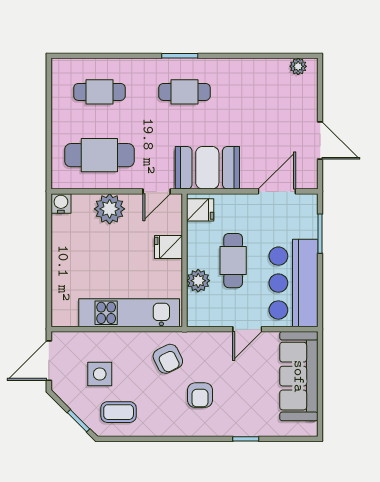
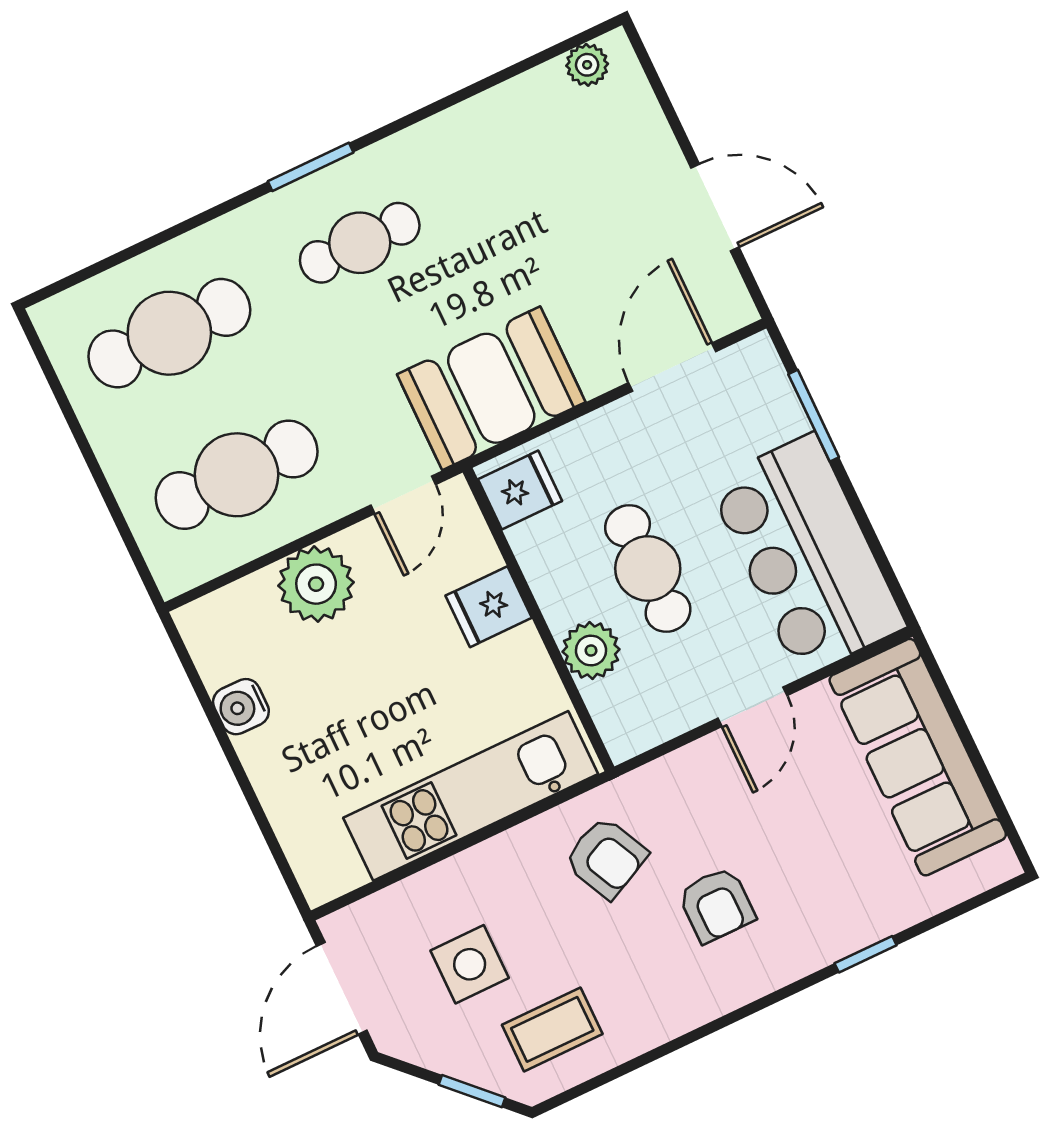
cafe table: (99, 92) -> (169, 333), width x1.37, depth x1.35
water cooler: (61, 203) -> (241, 707), moved, turned -90

